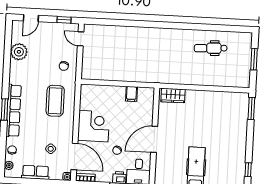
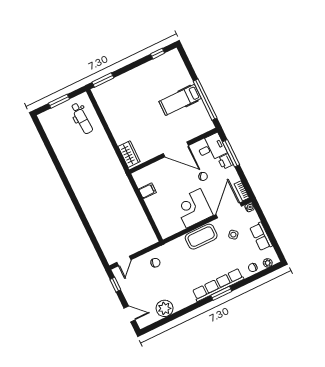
dental chair: (211, 48) -> (82, 118), moved
coffee table: (55, 101) -> (201, 237), moved

